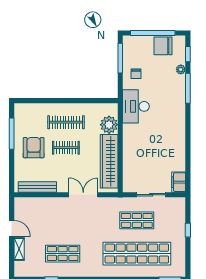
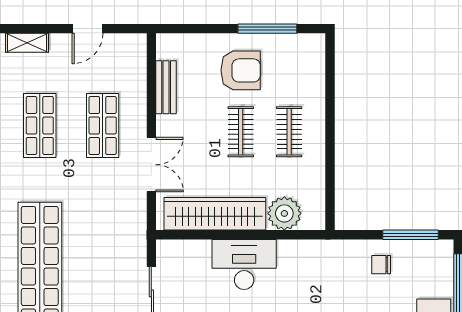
desk: (136, 106) -> (244, 264), moved
clothes rail: (66, 122) -> (289, 132), width x0.73
bench: (37, 187) -> (166, 87), width x0.73
shop shelf: (137, 220) -> (103, 125), moved
shelving: (19, 249) -> (27, 43), moved

